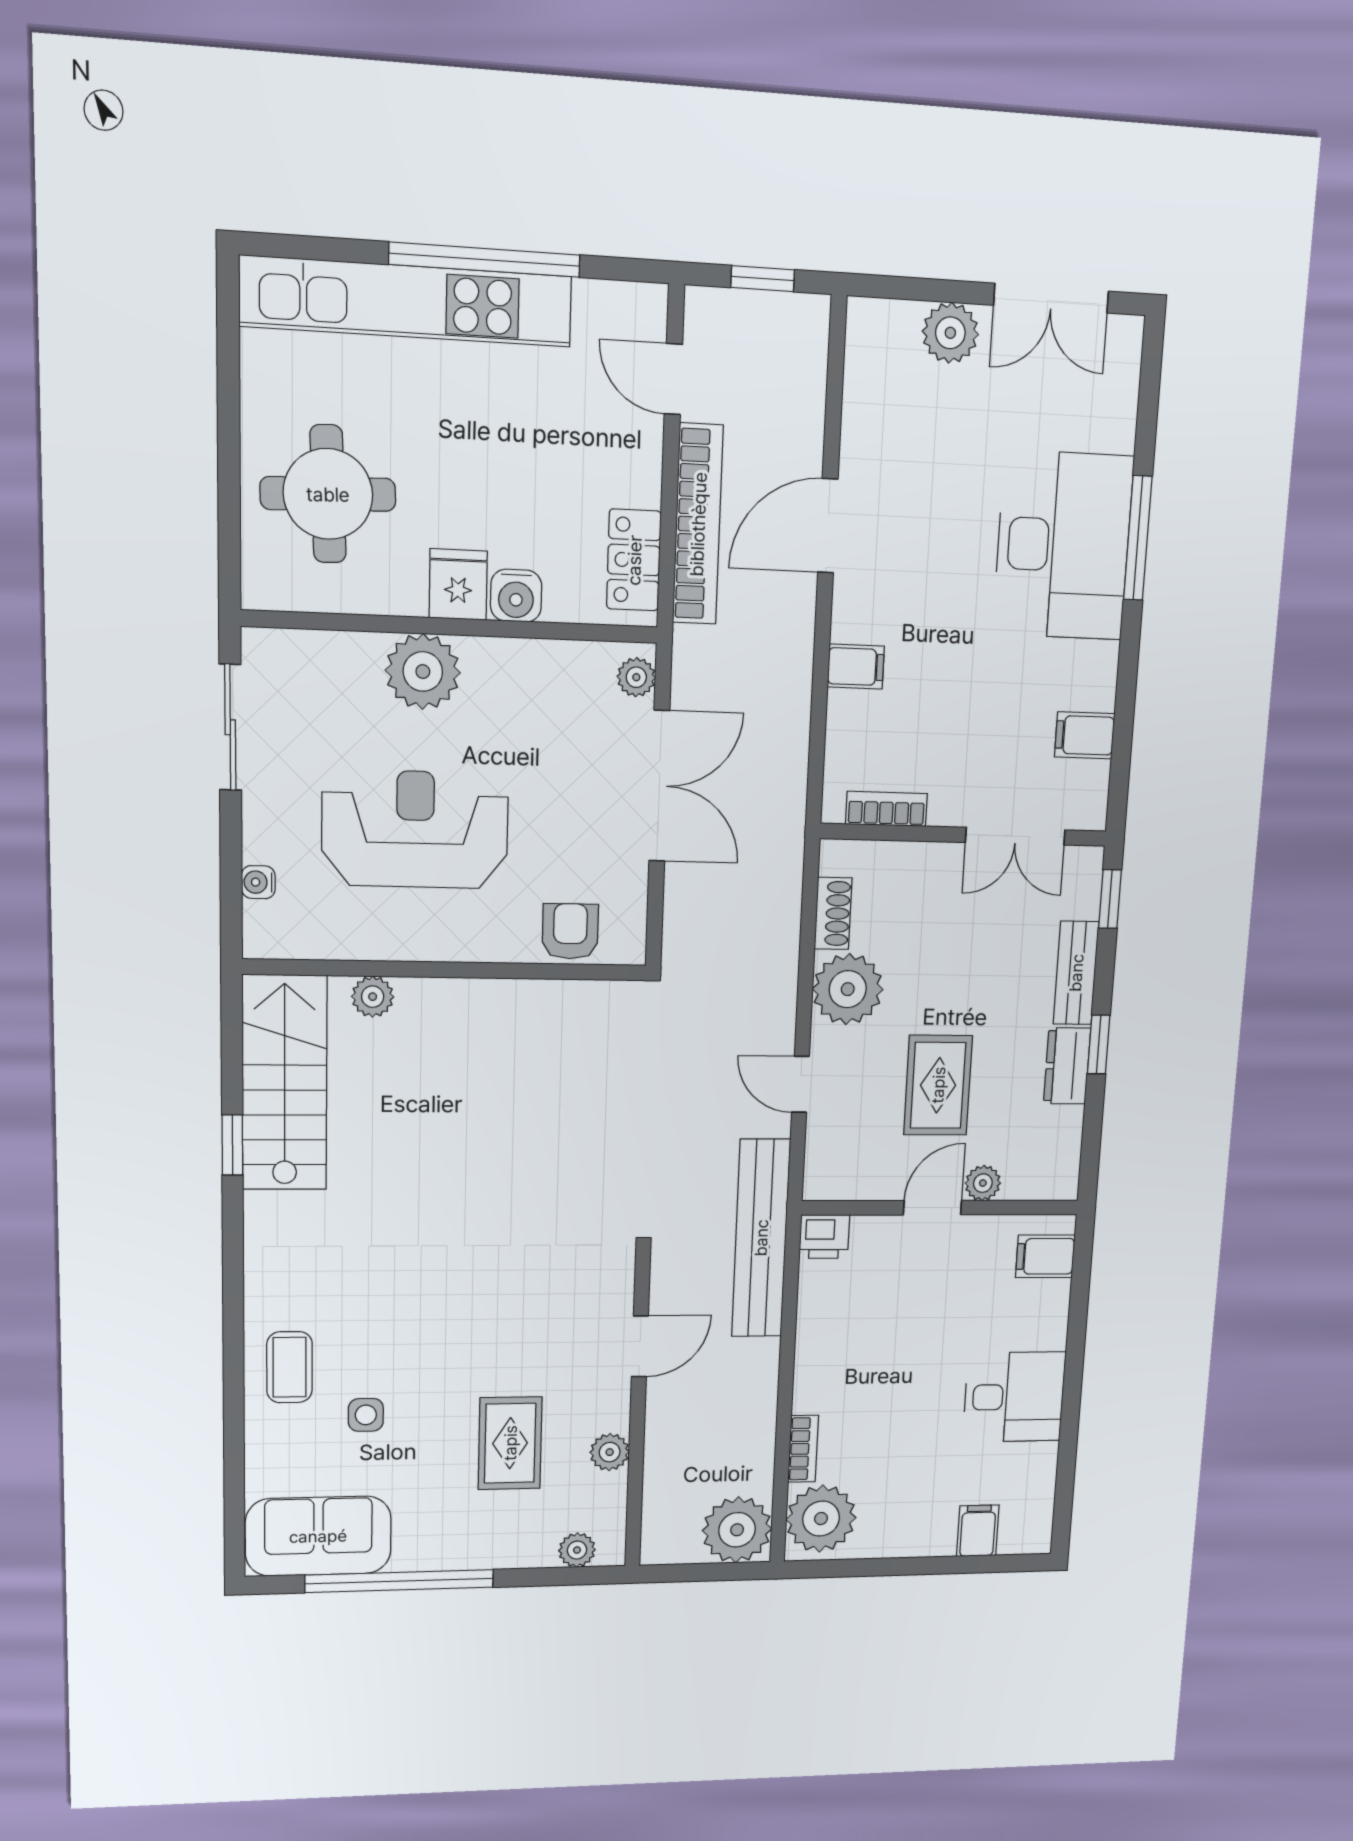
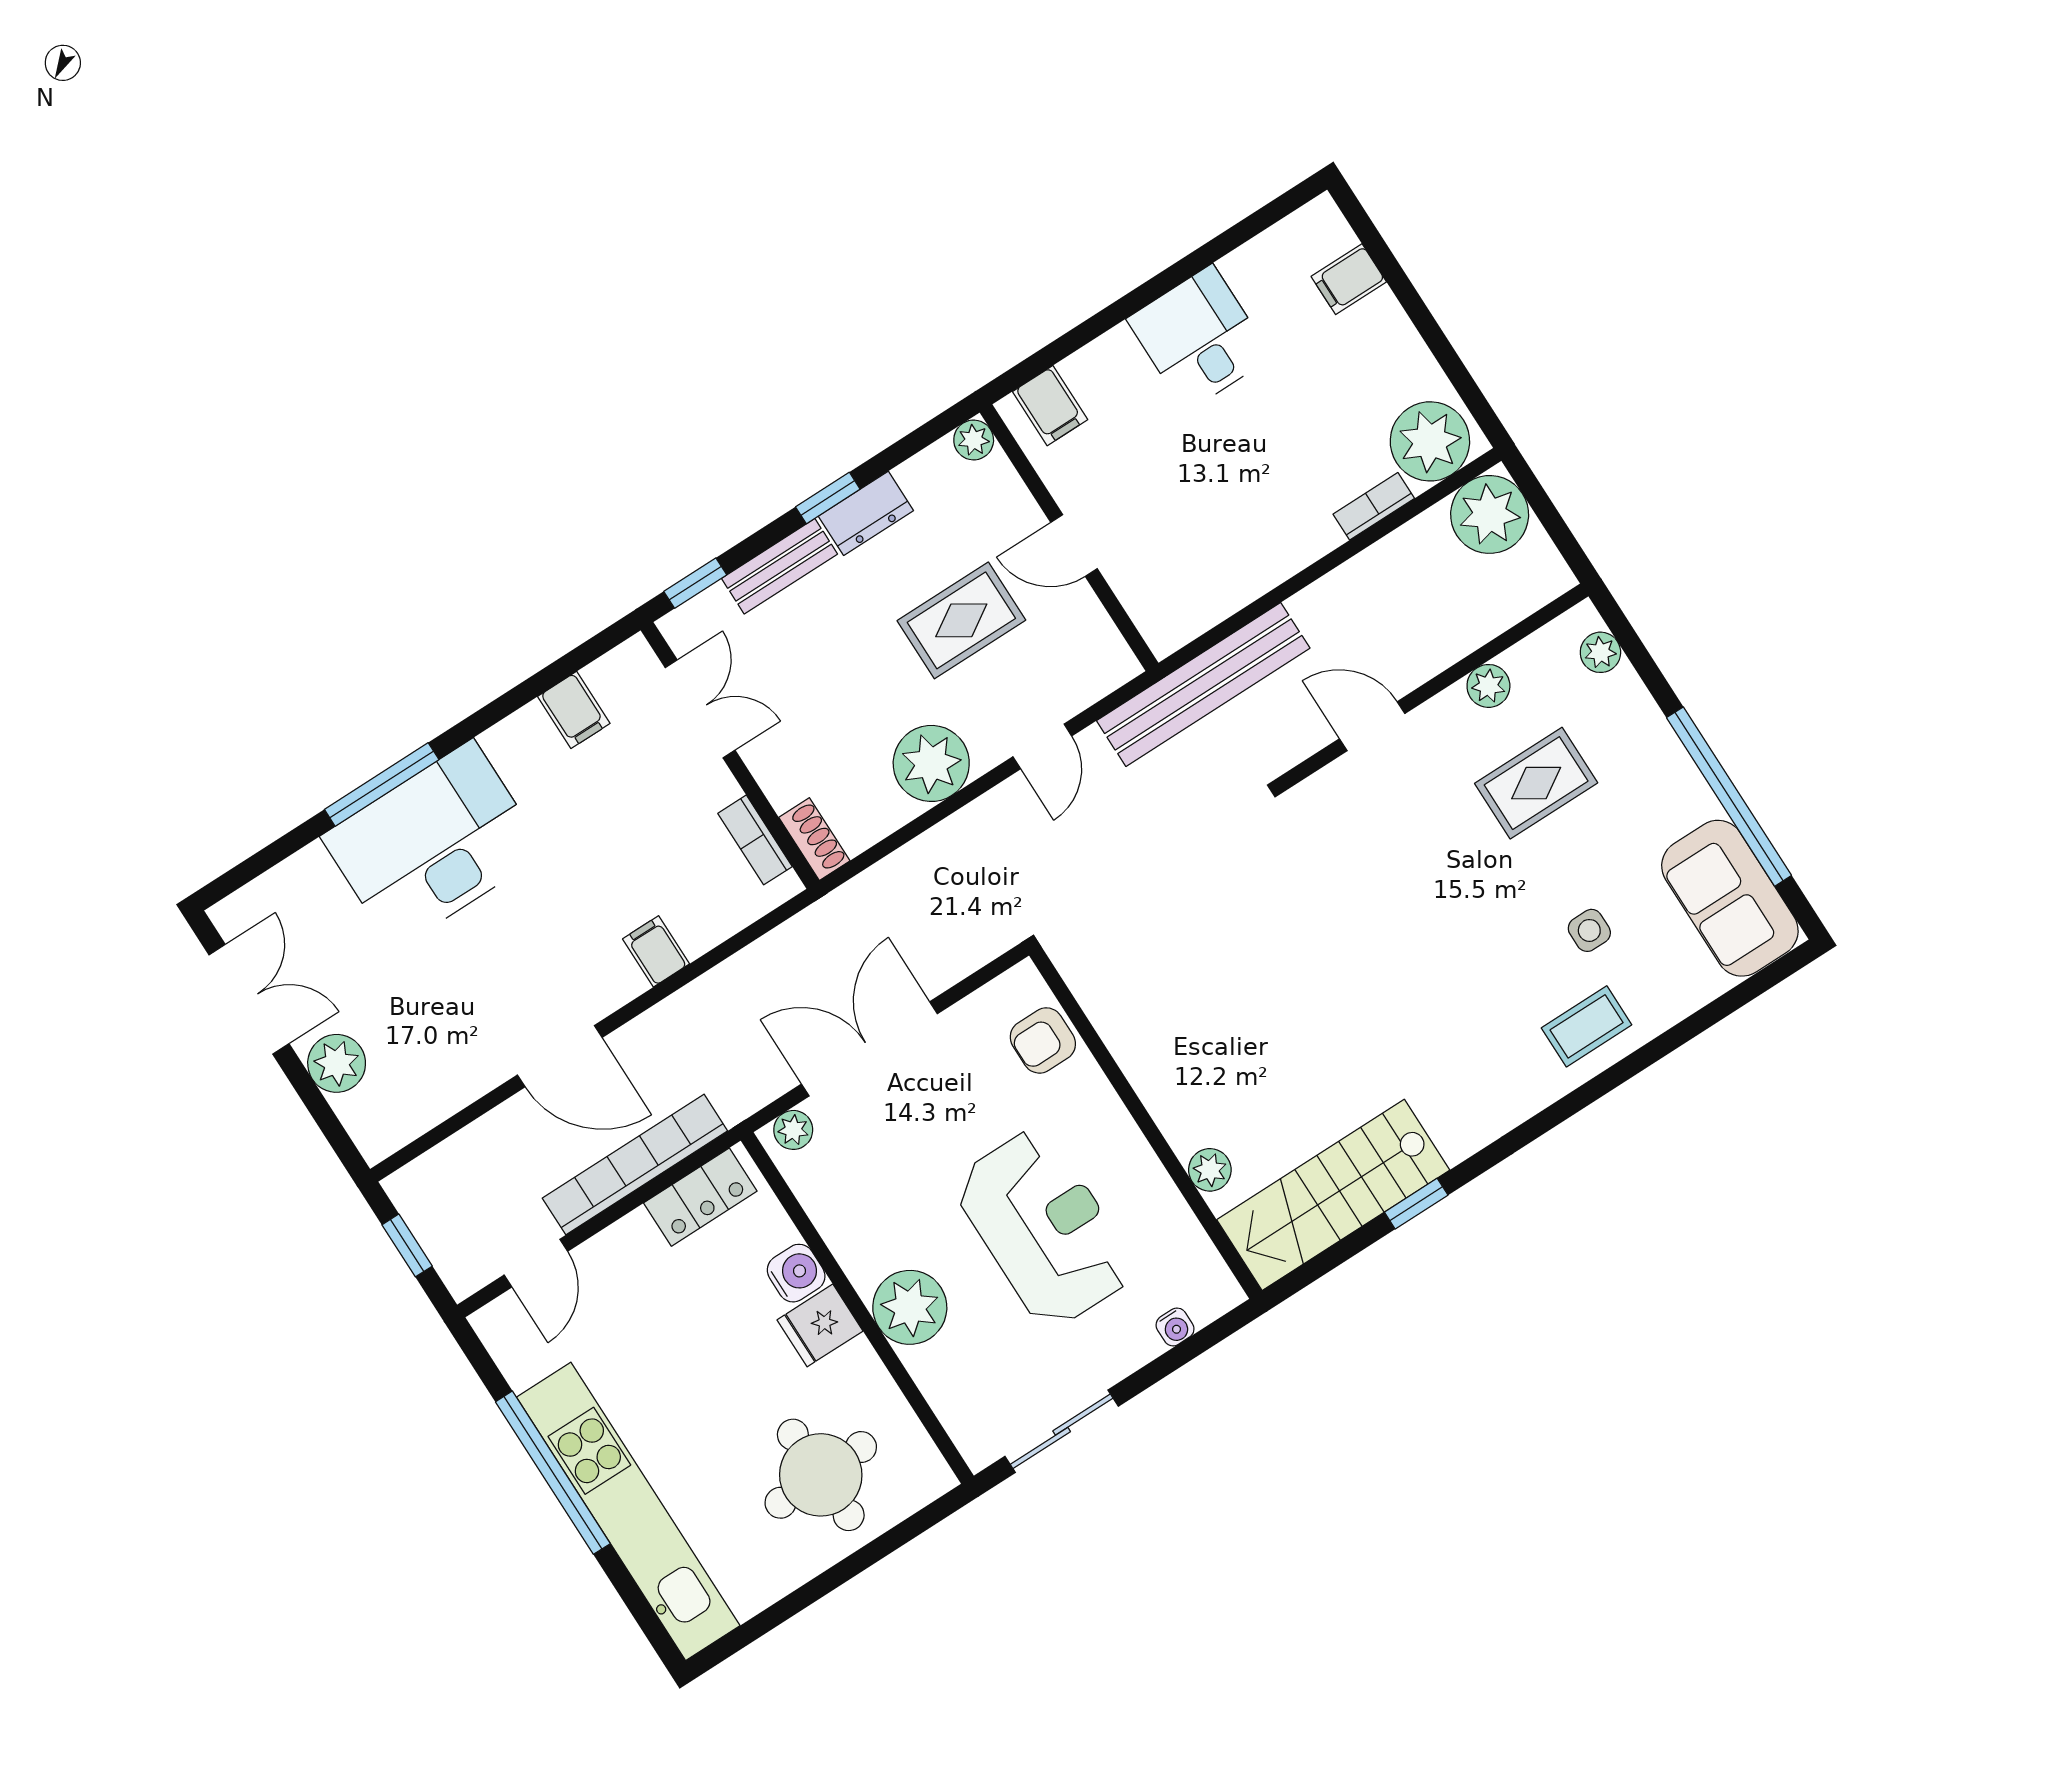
reception desk: (415, 829) -> (1044, 1228), turned 180
shoe rack: (833, 913) -> (814, 839), moved, turned 90
plant: (983, 1183) -> (974, 440), moved
printer: (824, 1237) -> (1164, 627), removed

